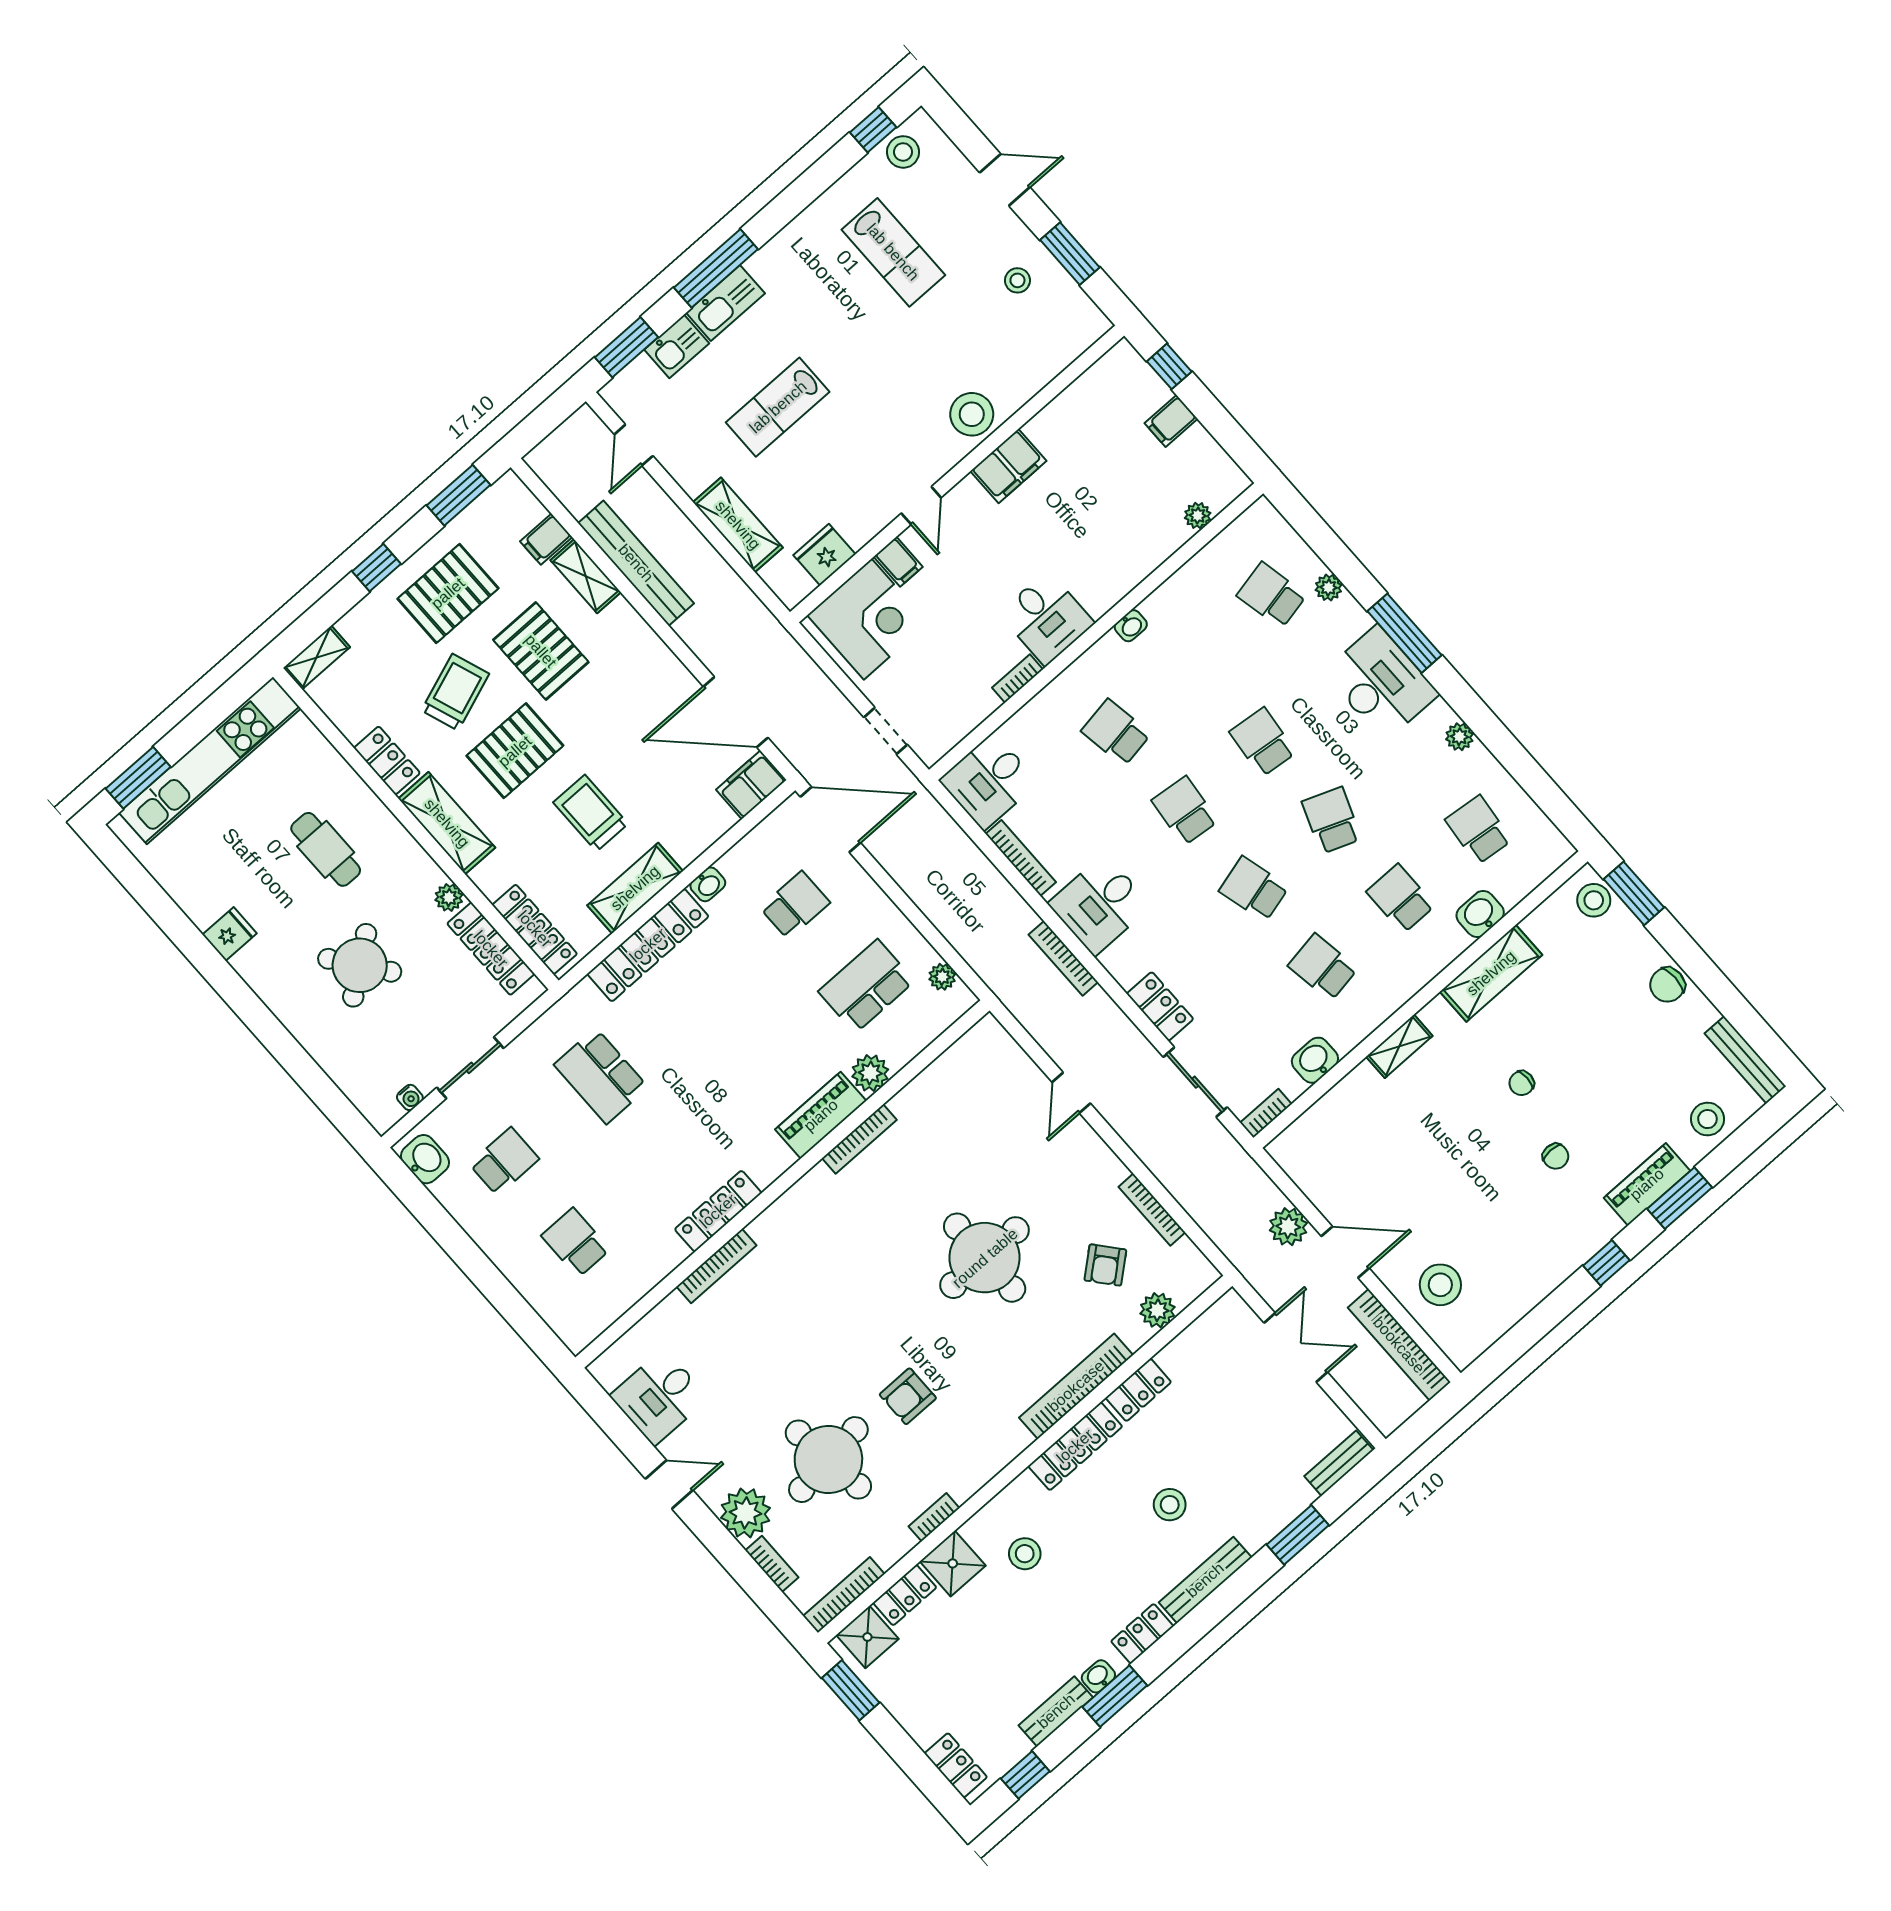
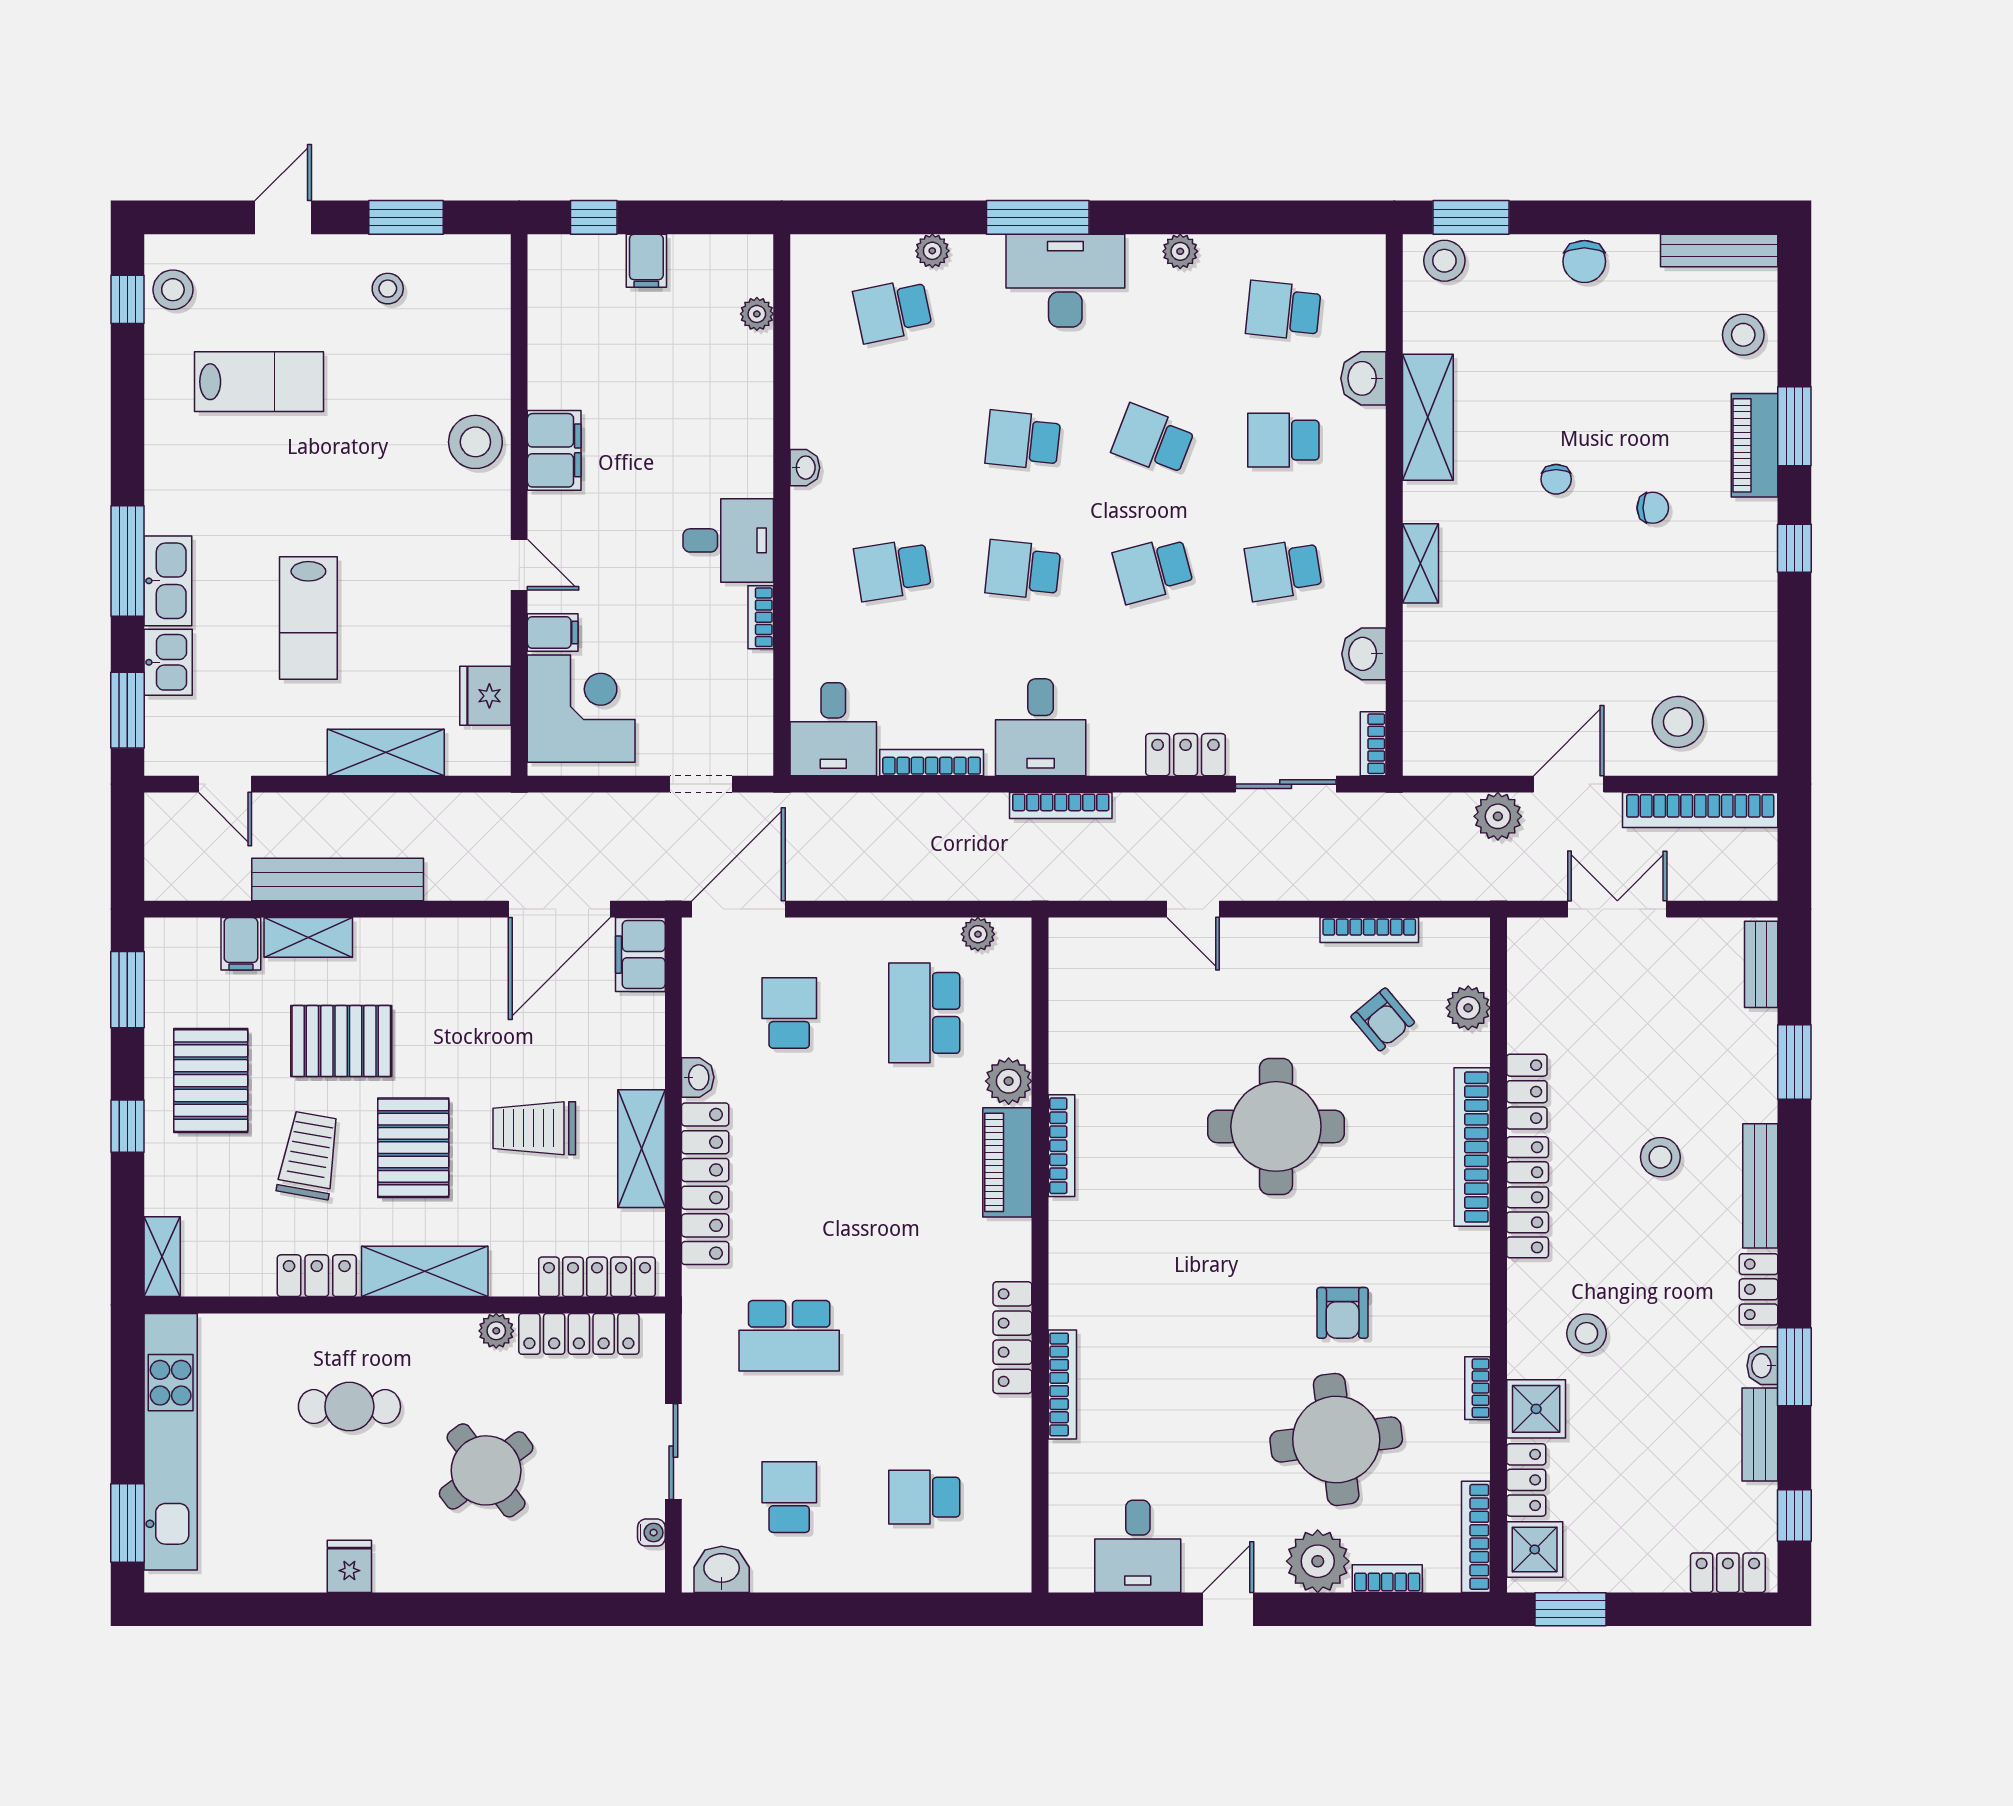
trolley: (455, 692) -> (309, 1155), turned 30

